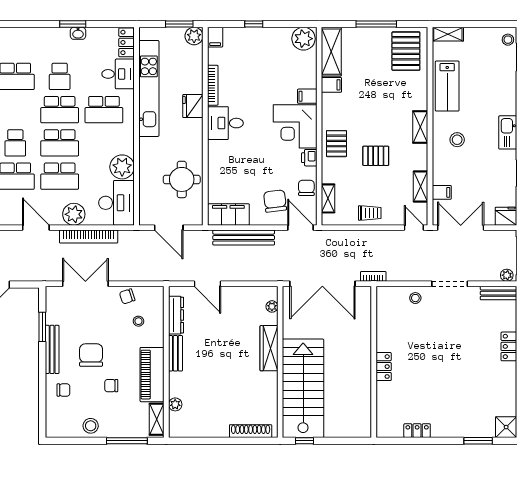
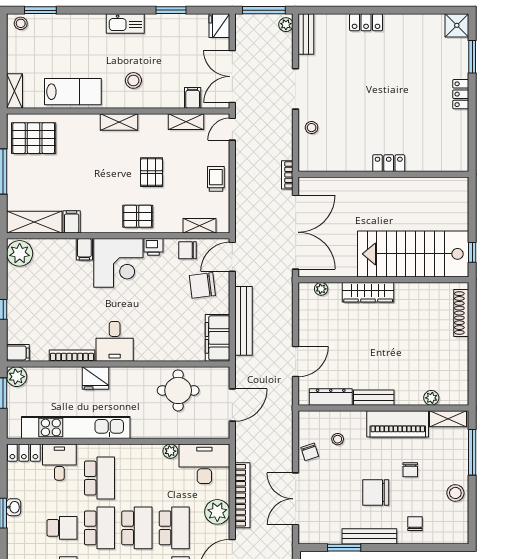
plant: (122, 167) -> (170, 451), width x0.53, depth x0.53
locker: (417, 431) -> (461, 94), moved

